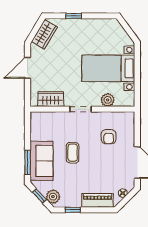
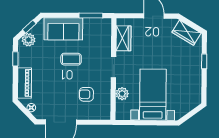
window: (28, 162) -> (91, 15), moved

